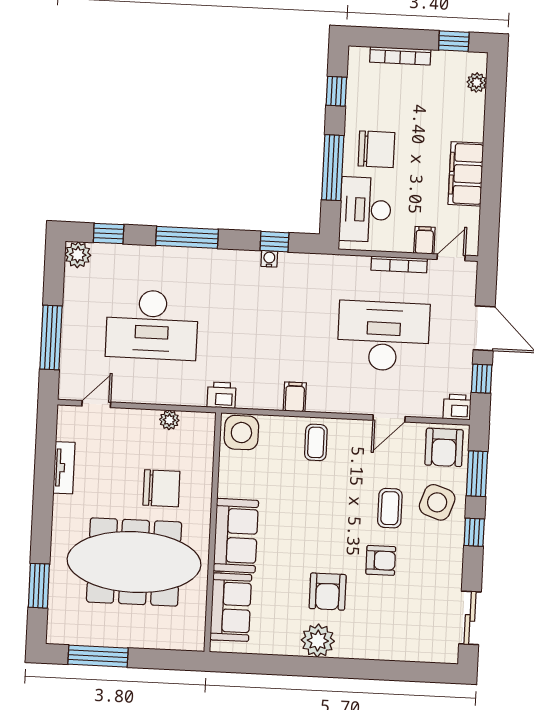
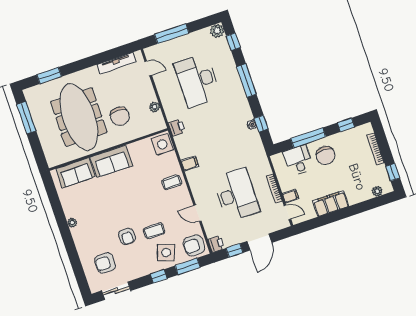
desk: (365, 210) -> (298, 160), width x0.73
tv unit: (64, 468) -> (116, 63), width x1.41
armchair: (328, 592) -> (105, 263), moved
plant: (318, 641) -> (72, 223), width x0.53, depth x0.53

